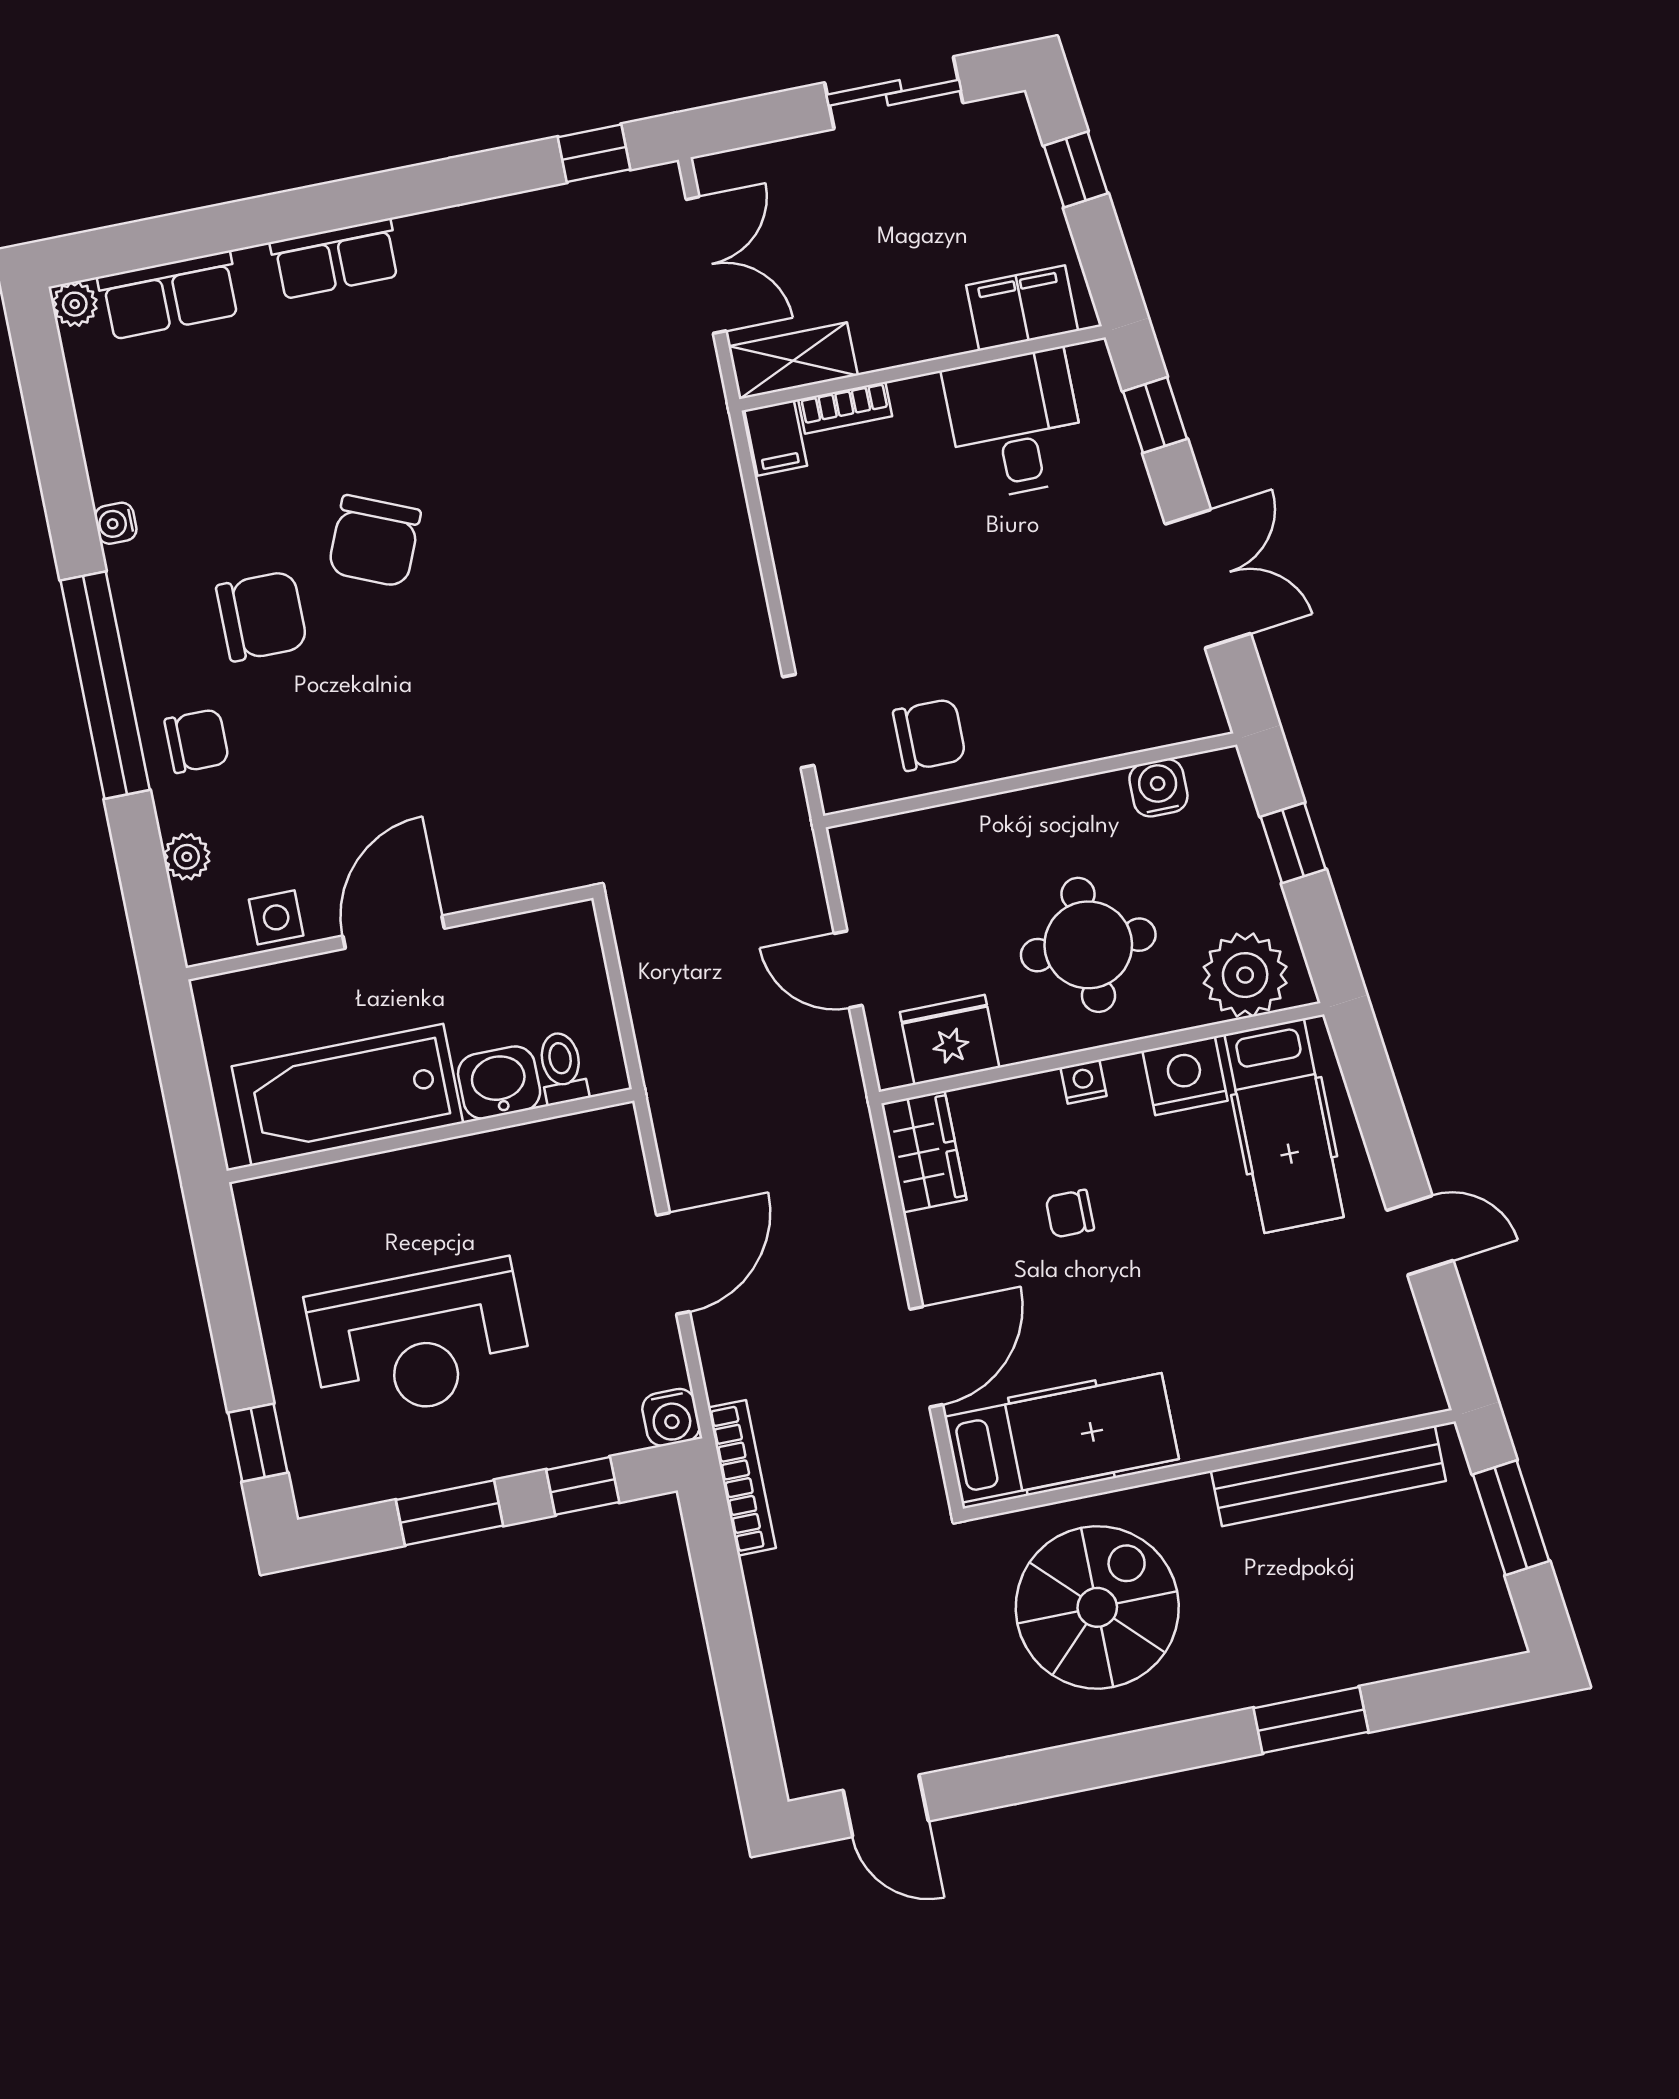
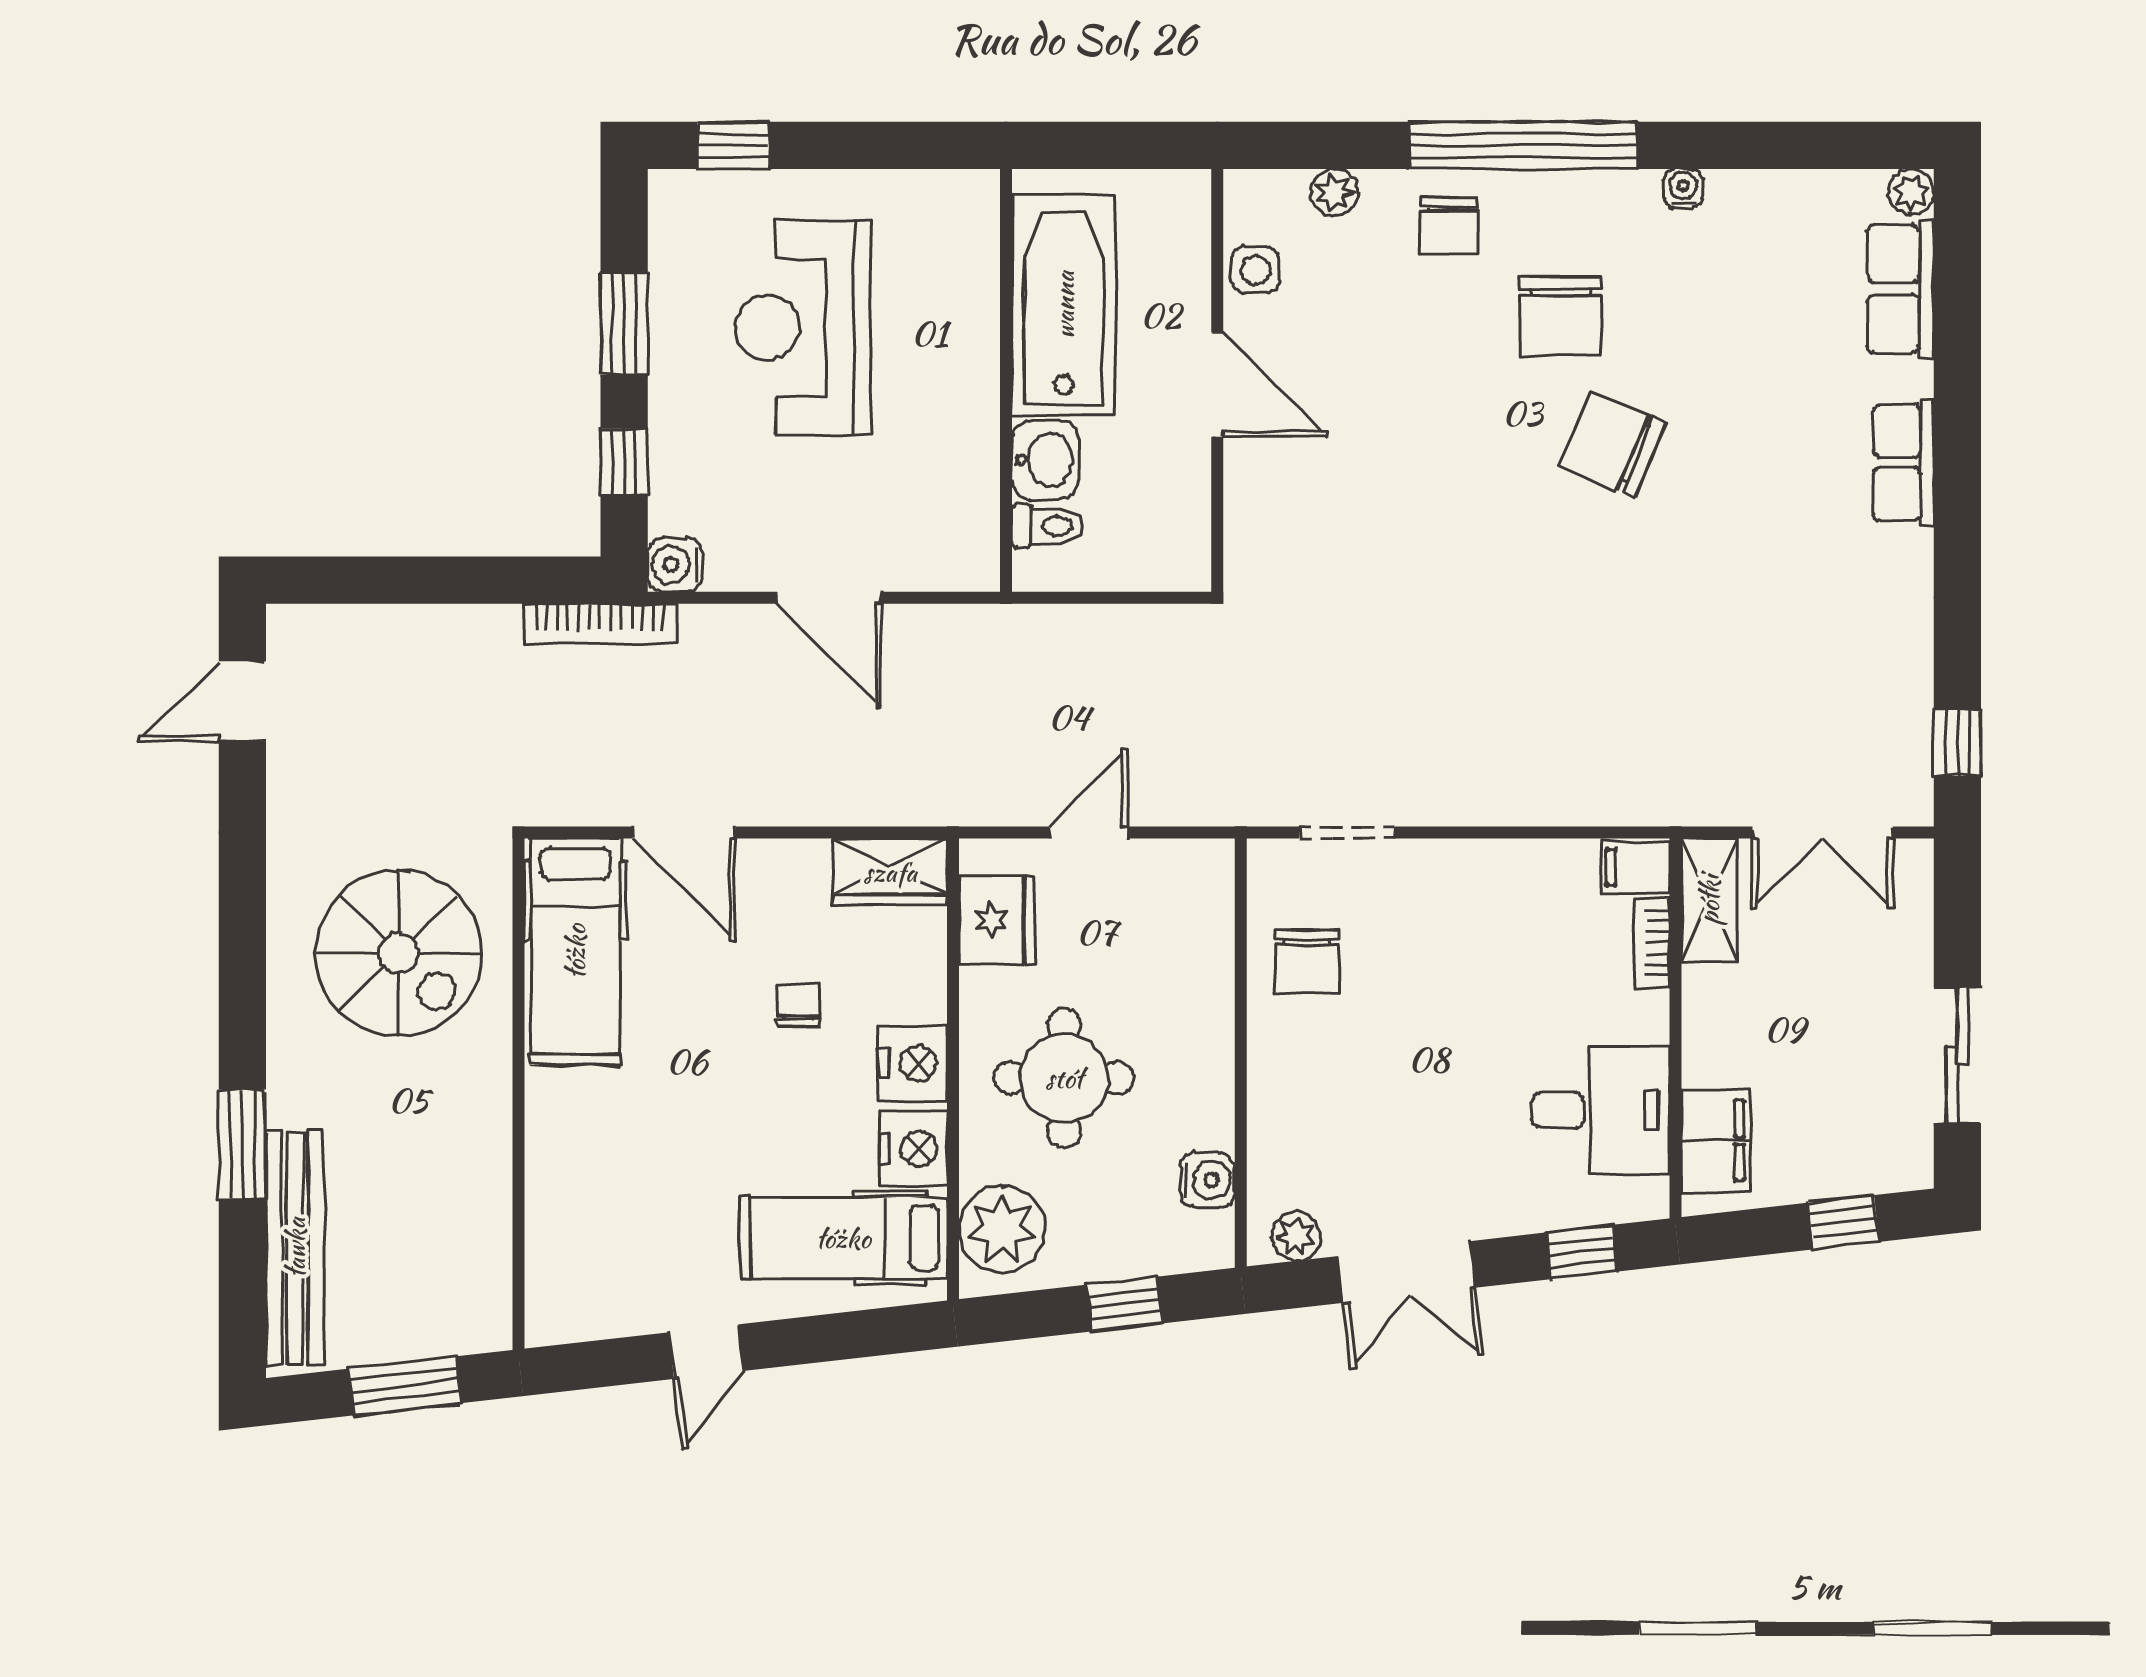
plant: (1195, 692) -> (1296, 1236), added
nightstand: (1083, 1082) -> (913, 1064), width x1.89, depth x1.79
bench: (1328, 1476) -> (295, 1248), moved

